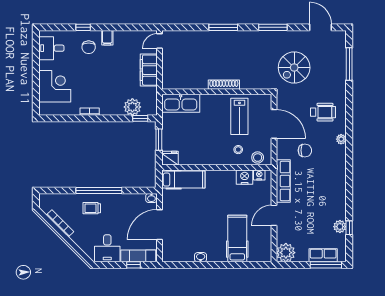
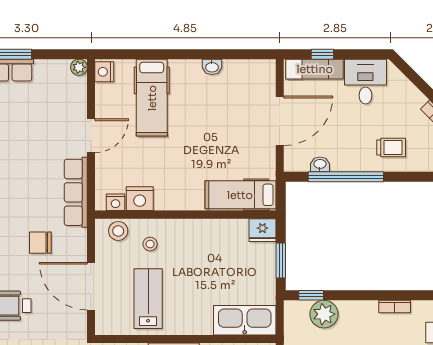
window: (99, 190) -> (346, 177), moved
washbasin: (151, 198) -> (320, 164), moved
plant: (286, 253) -> (79, 67), width x0.53, depth x0.53
nightstand: (266, 254) -> (104, 72), added

